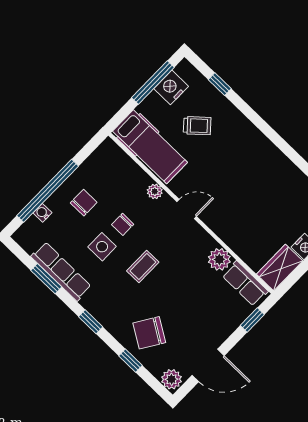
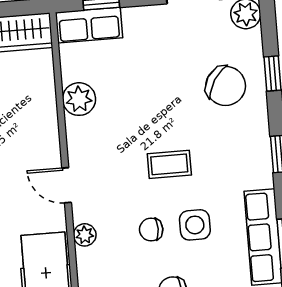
chair: (123, 224) -> (151, 230), turned 180
row of seats: (245, 283) -> (89, 25), moved, turned 90

